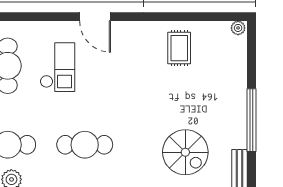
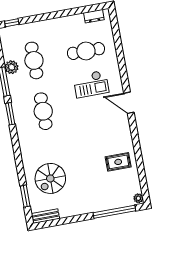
door: (95, 17) -> (129, 103), hinge flipped
window: (251, 120) -> (114, 212), moved

